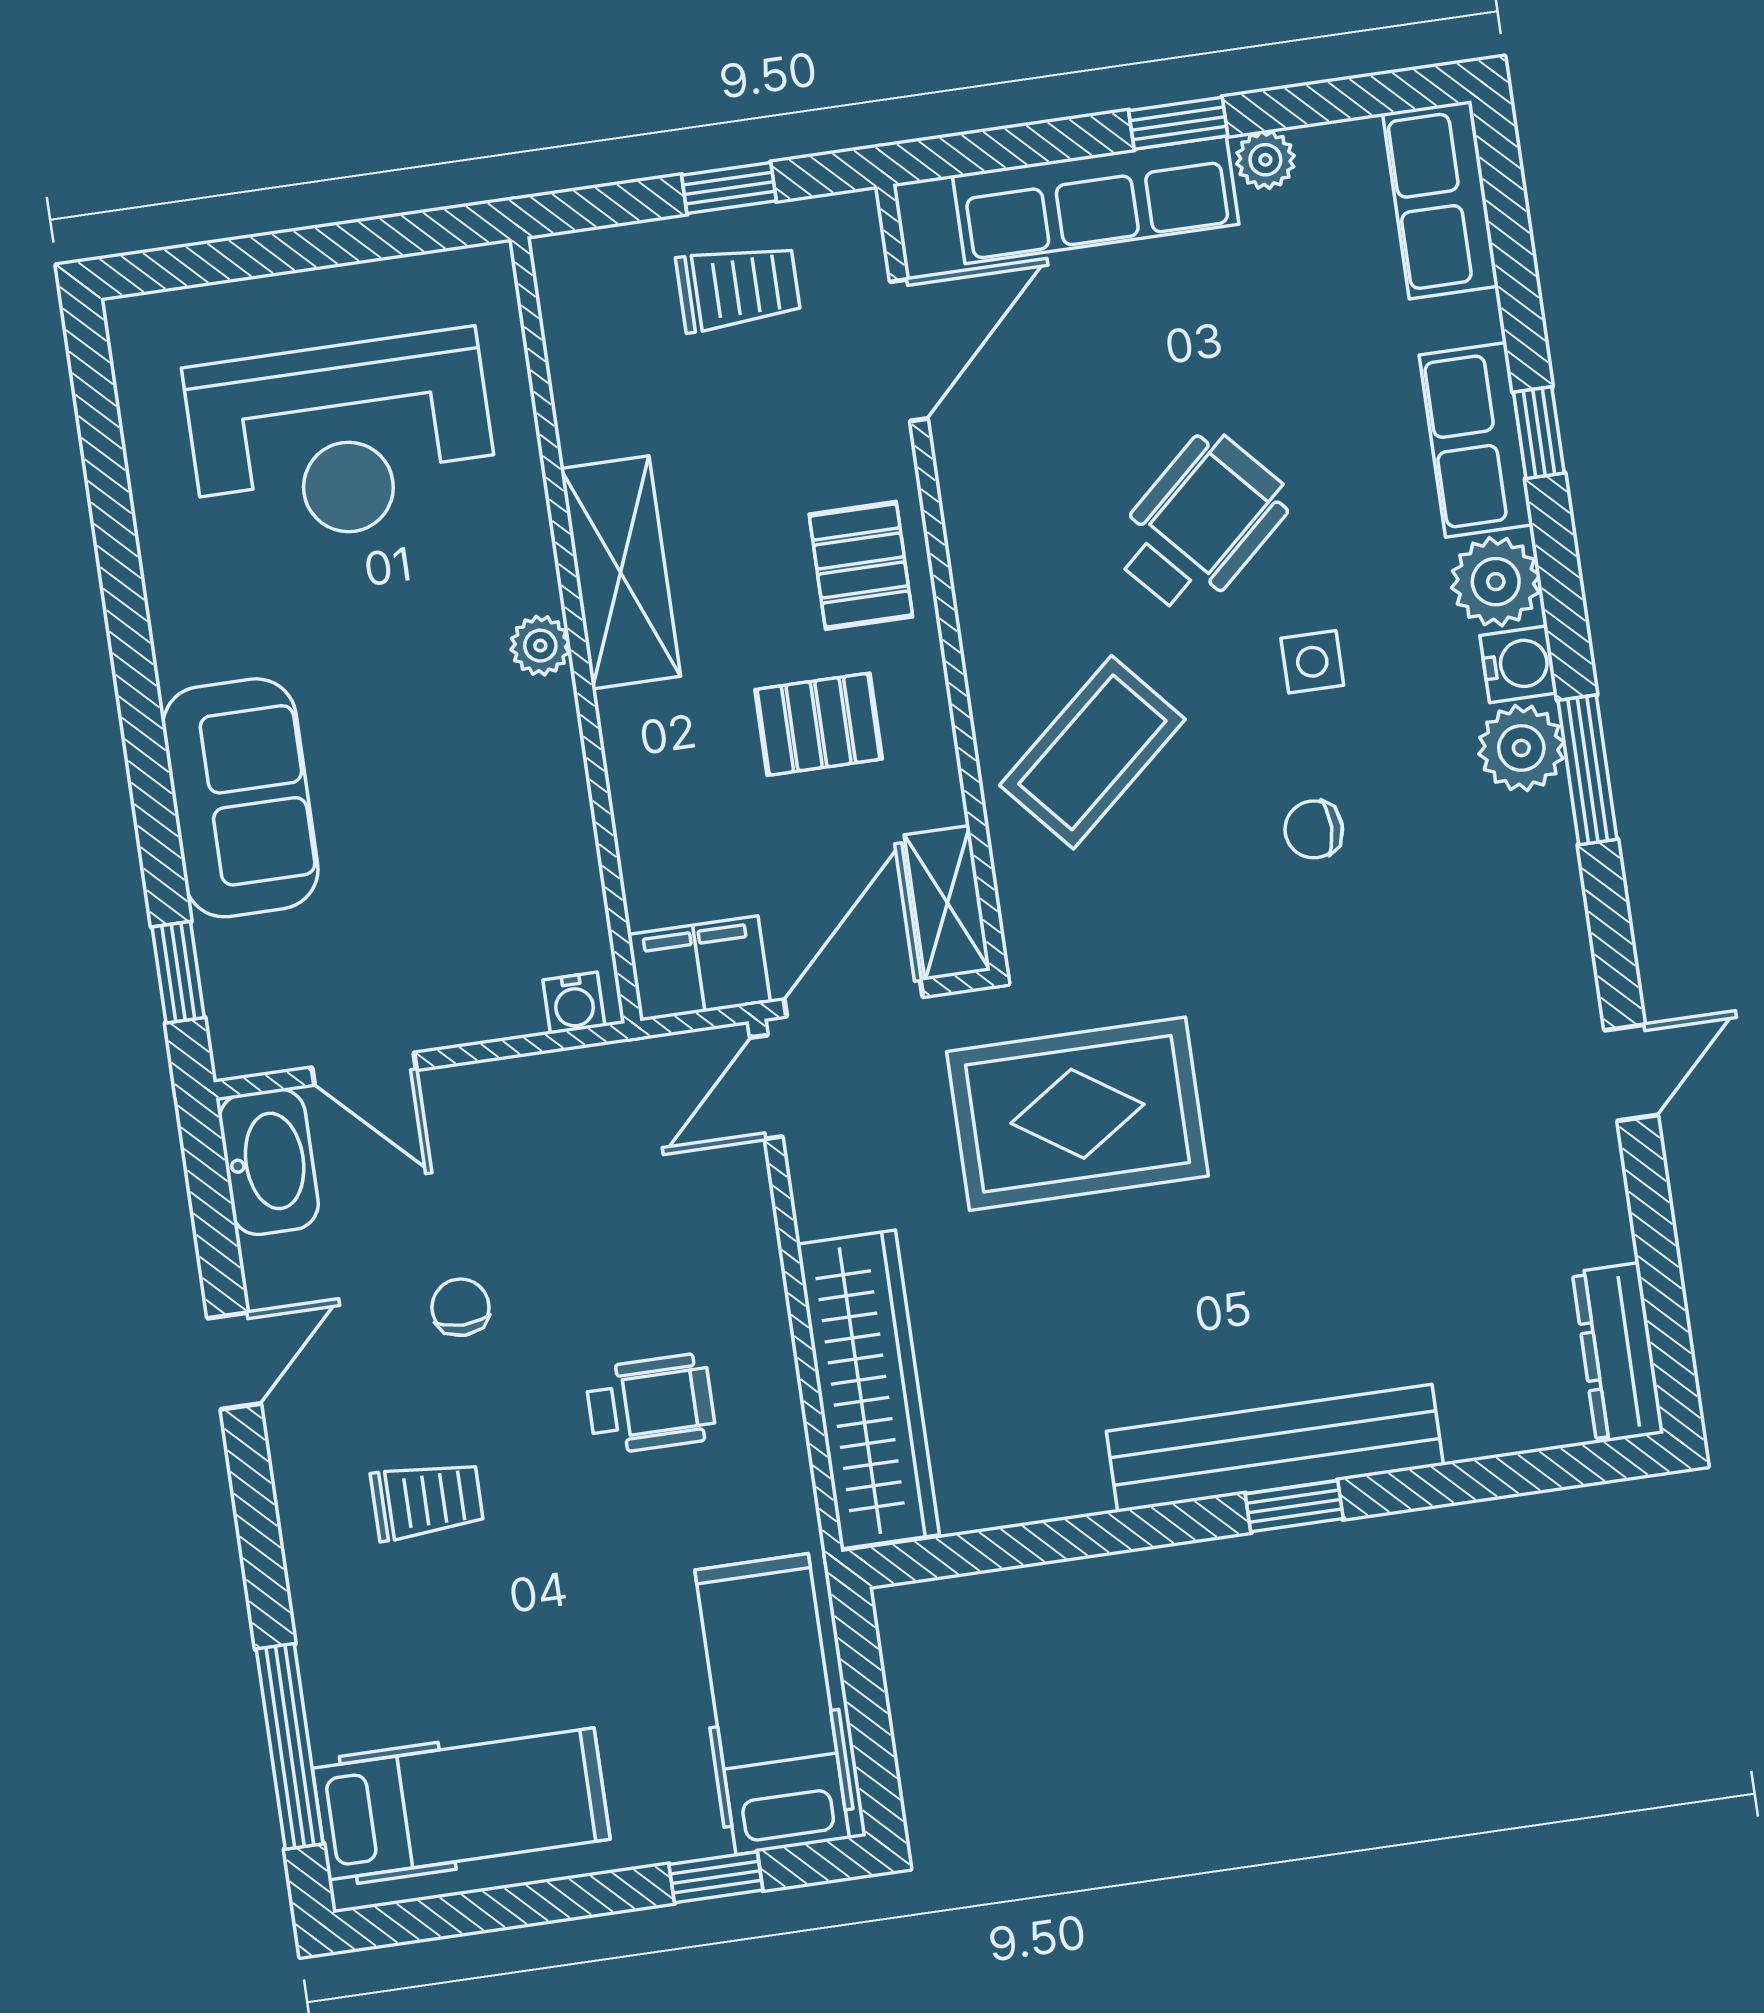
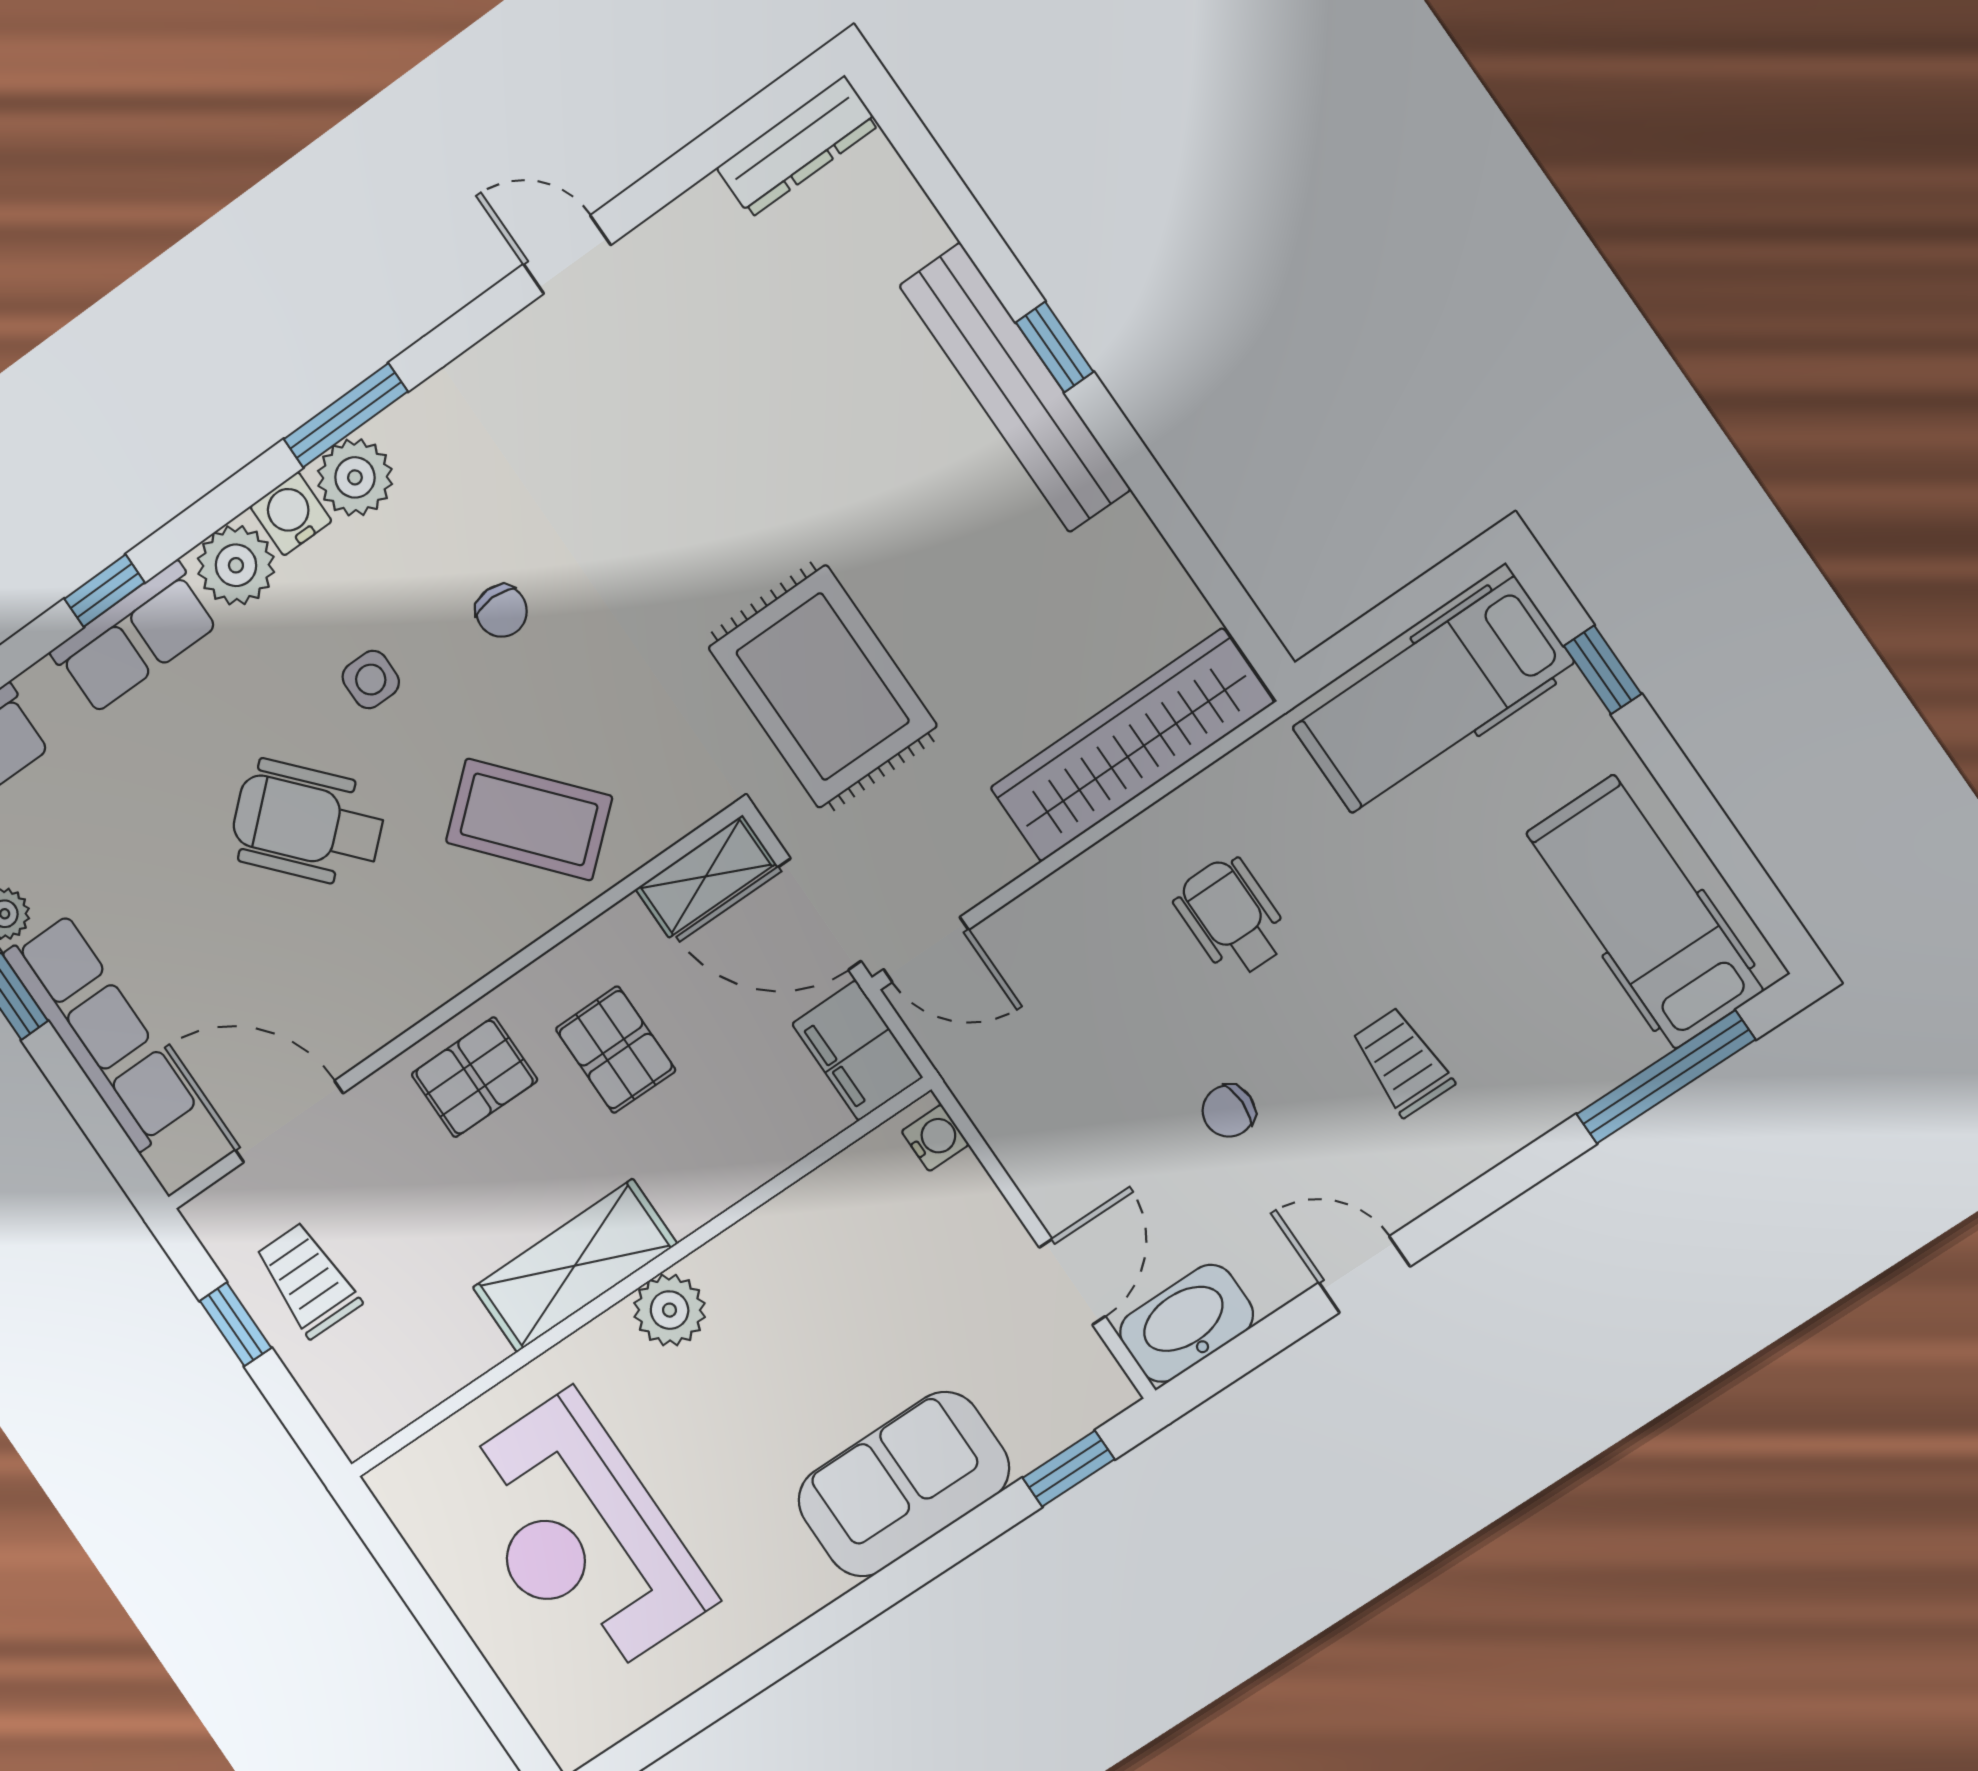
reception desk: (341, 439) -> (581, 1537), turned 180
plant: (540, 646) -> (669, 1310), width x1.38, depth x1.38

